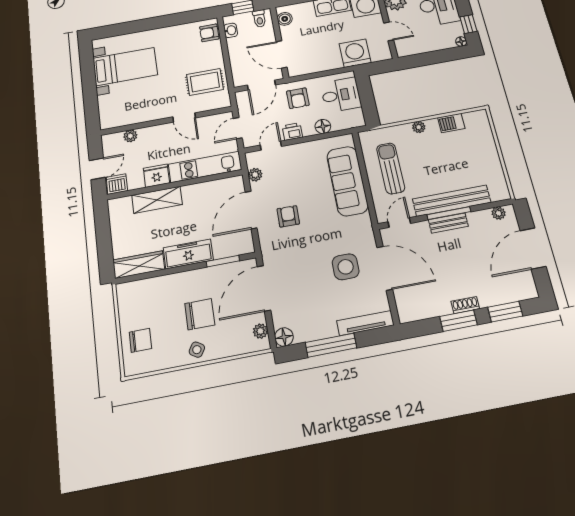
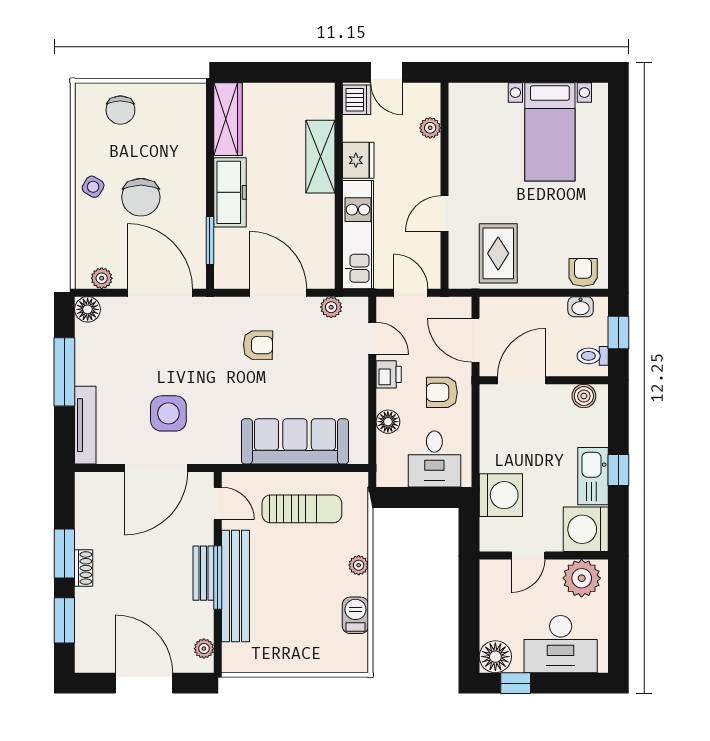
floor lamp: (461, 41) -> (495, 657), width x1.89, depth x1.89

